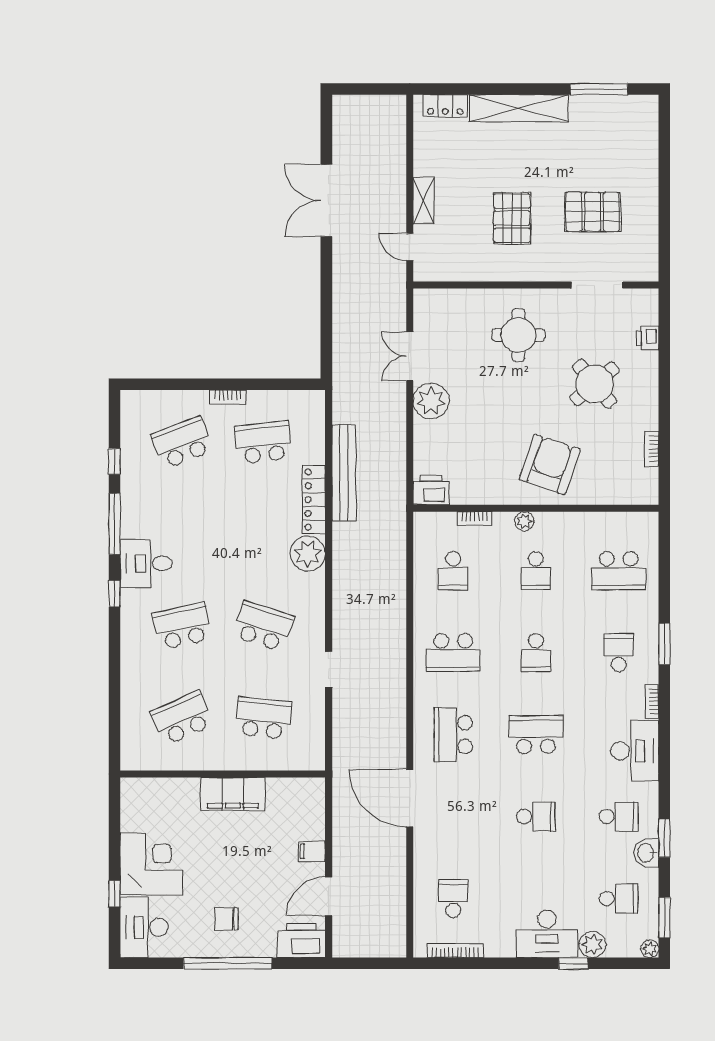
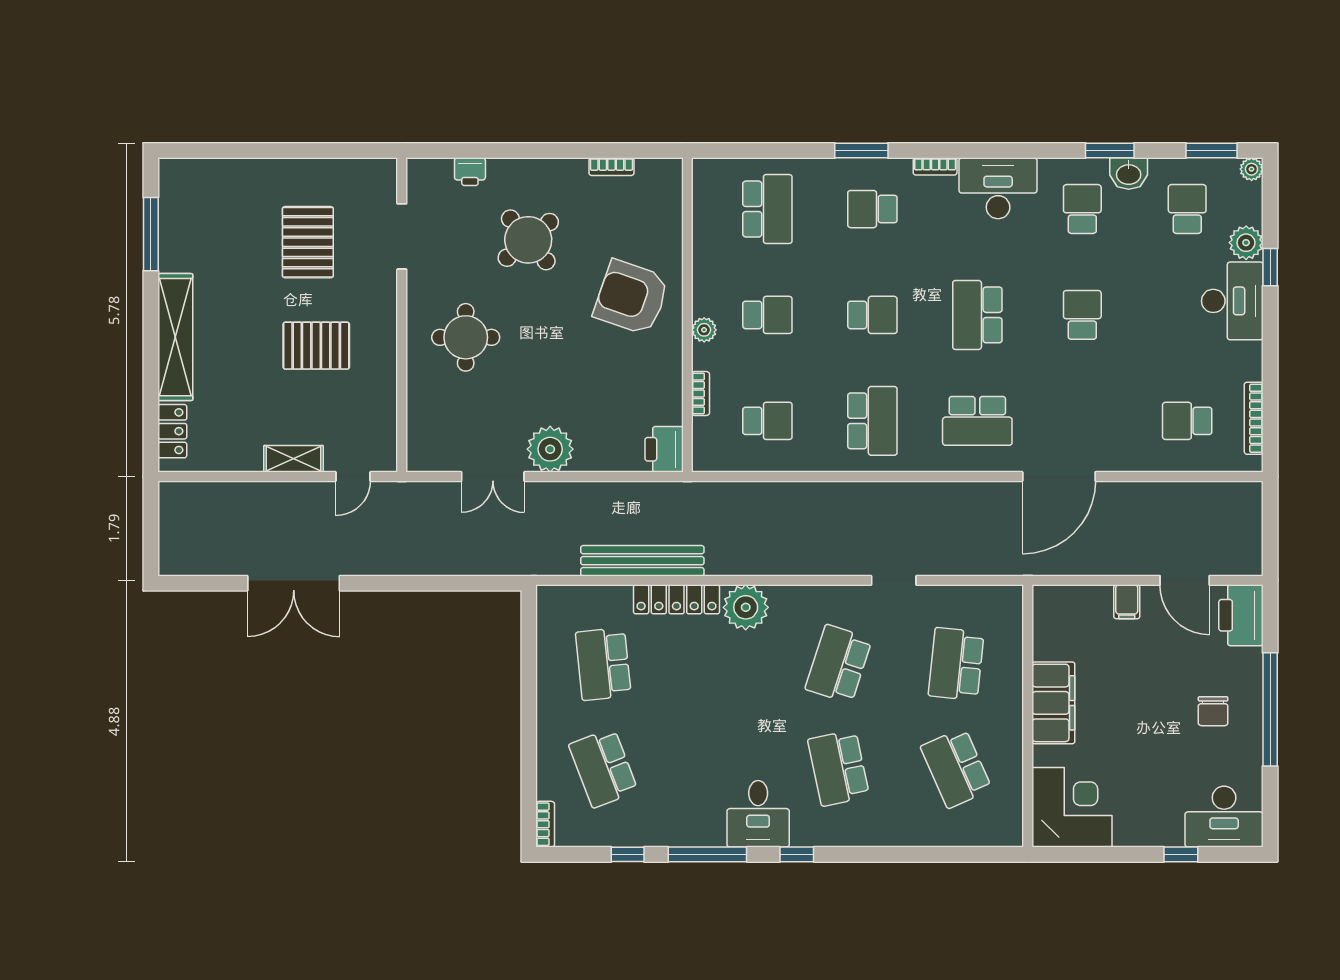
bookcase: (228, 397) -> (545, 824), moved
corner desk: (151, 864) -> (1072, 807), moved, turned 90

